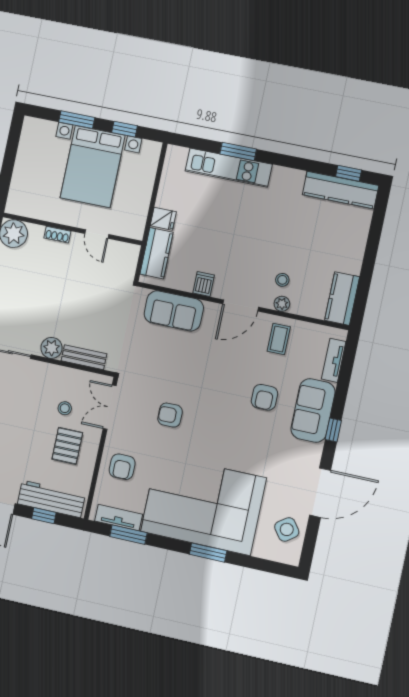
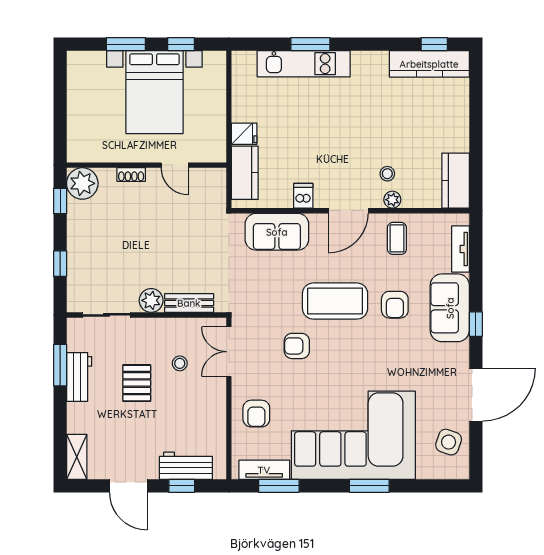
coffee table: (212, 383) -> (335, 301), added
pallet: (67, 446) -> (137, 383), moved
workbench: (51, 499) -> (186, 466), width x0.73
side table: (287, 529) -> (449, 442), turned -35

